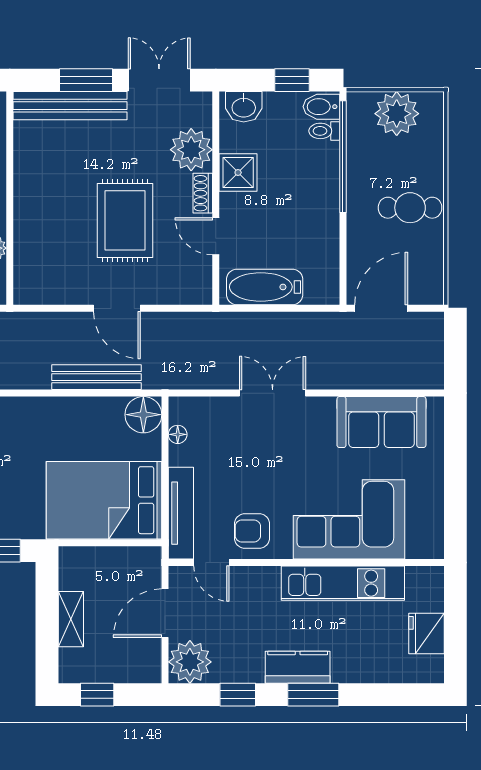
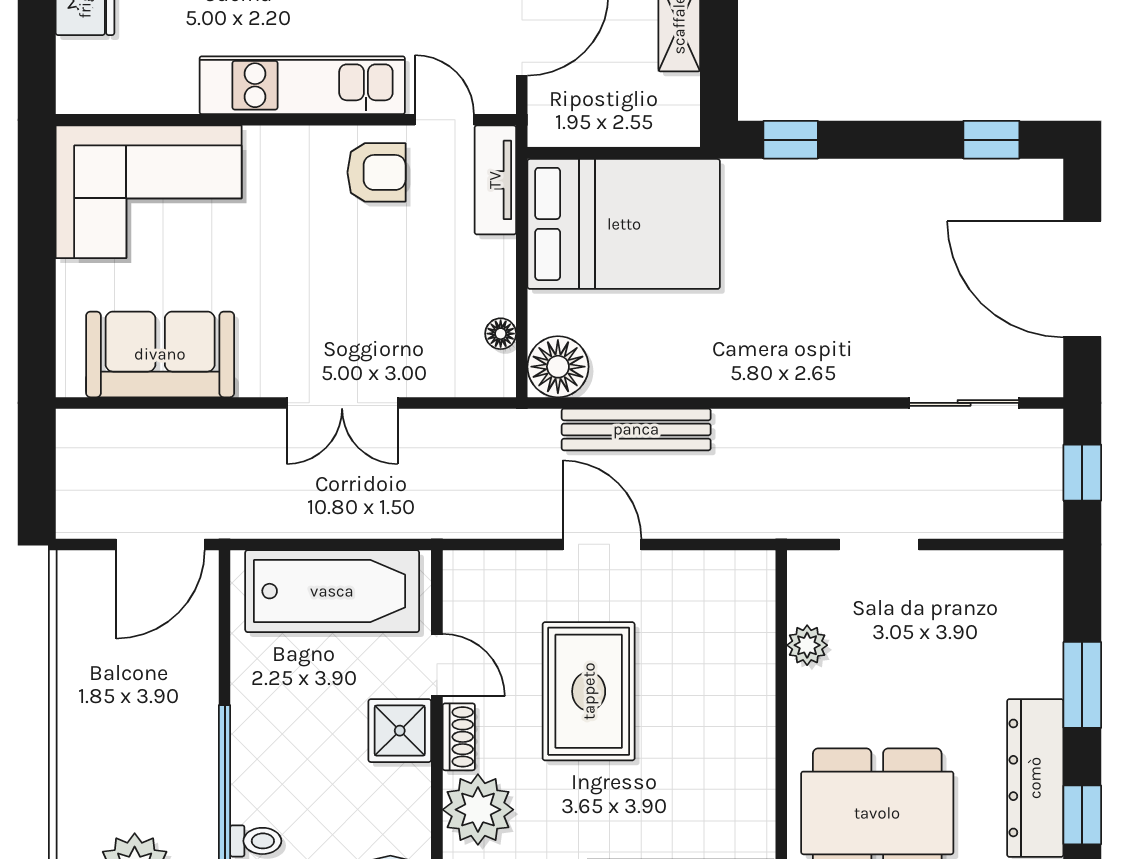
shower: (238, 172) -> (400, 731), moved
cafe table: (410, 208) -> (112, 713), removed
bathtub: (265, 287) -> (332, 591), width x1.36, depth x1.36
tv unit: (181, 513) -> (495, 180), width x0.71
corner sofa: (349, 519) -> (149, 192), moved
kitchen unit: (343, 583) -> (302, 85), moved

